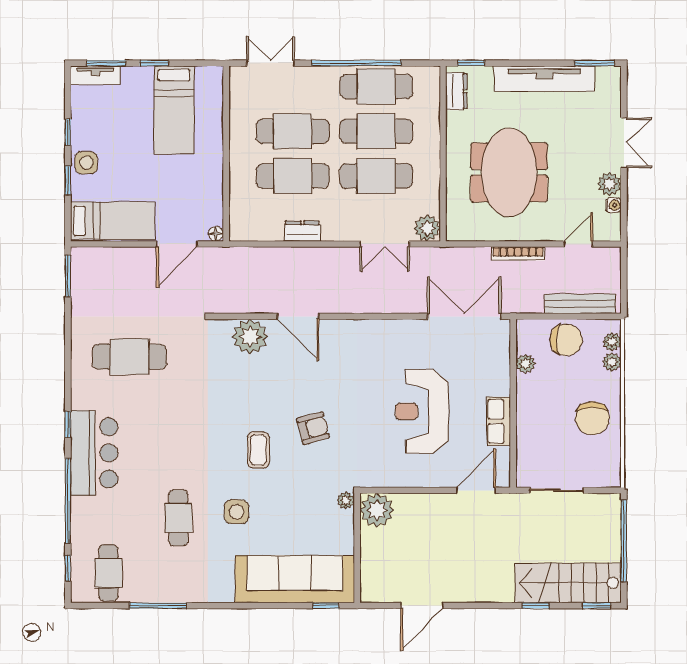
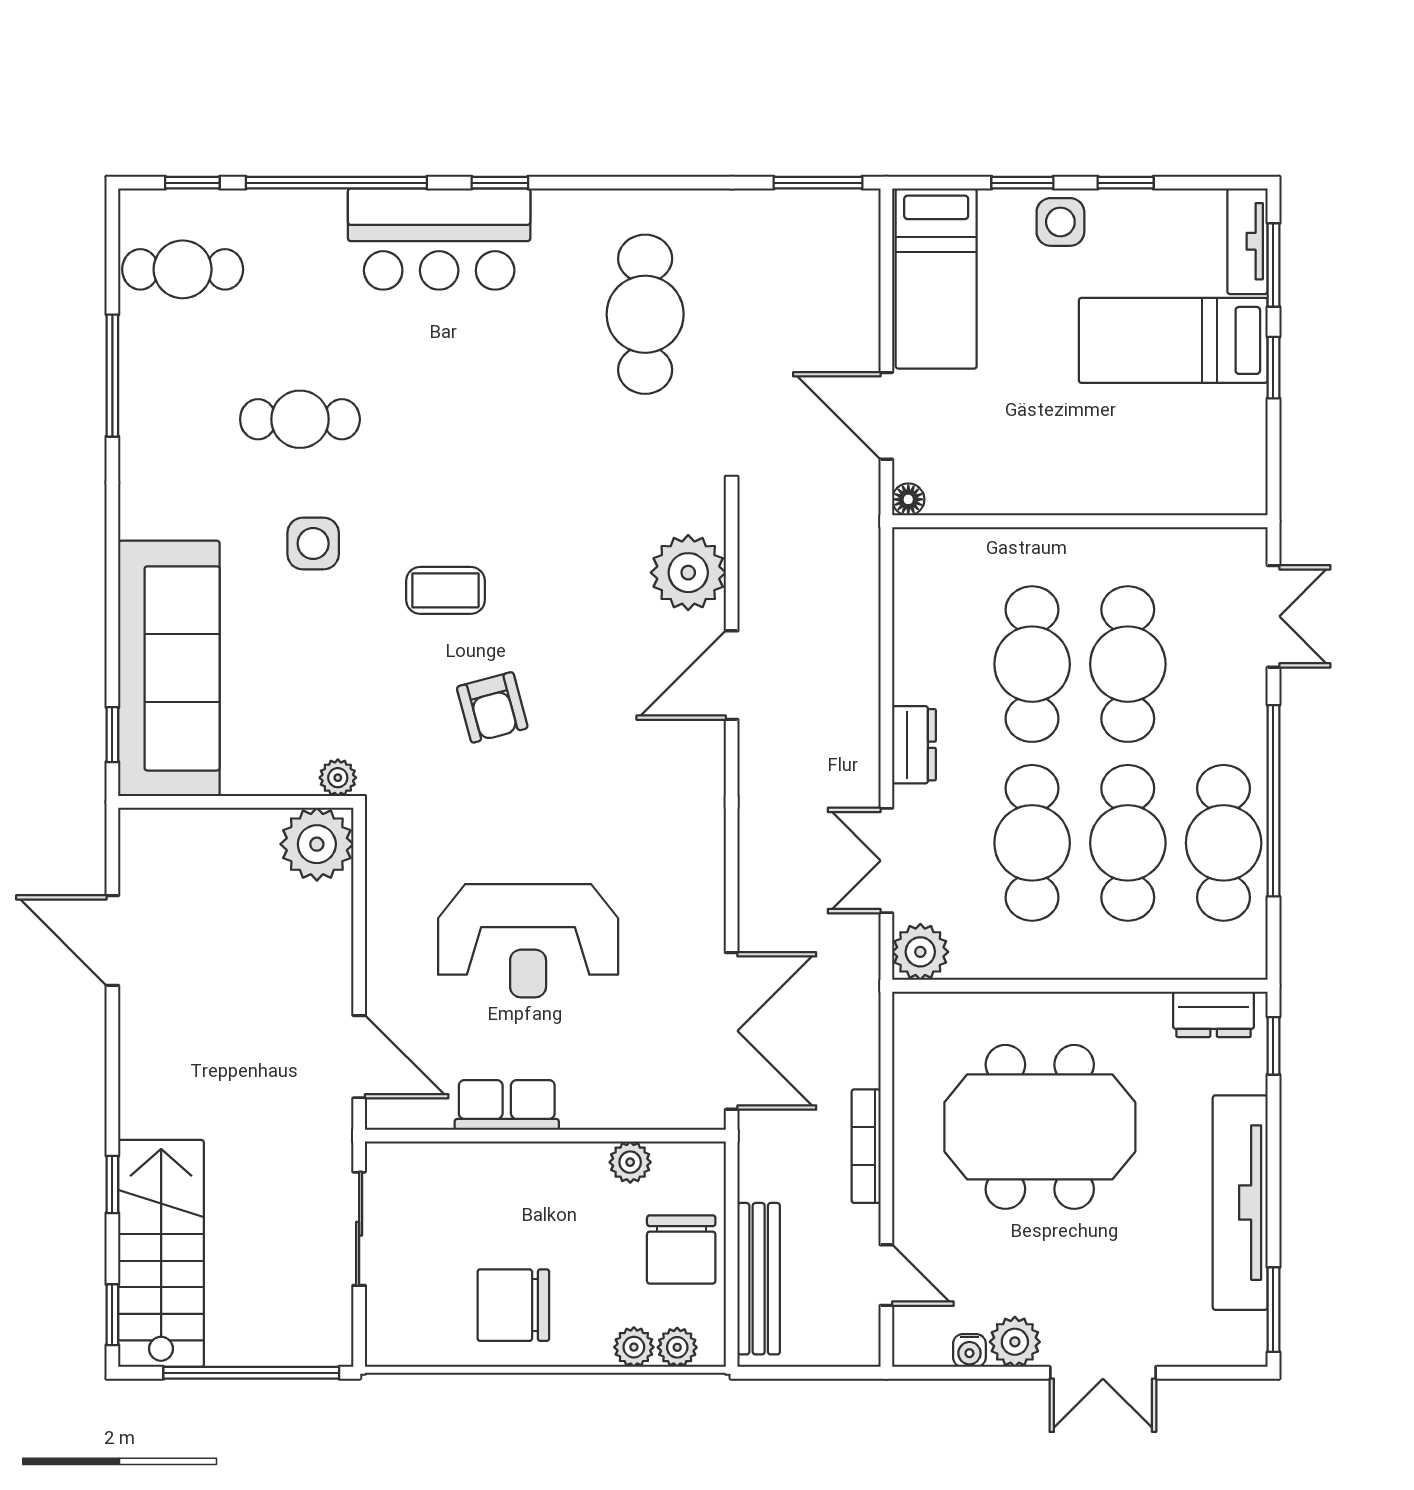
bed: (174, 110) -> (1173, 340), moved
dresser: (302, 231) -> (914, 745), moved
reception desk: (422, 411) -> (528, 941), turned 180

